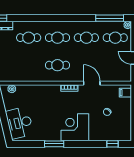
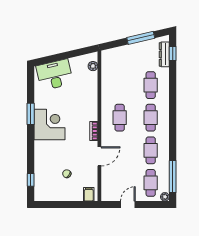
corner desk: (75, 127) -> (49, 124), moved

